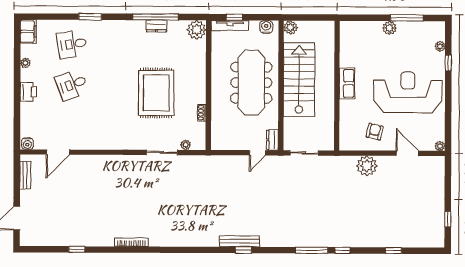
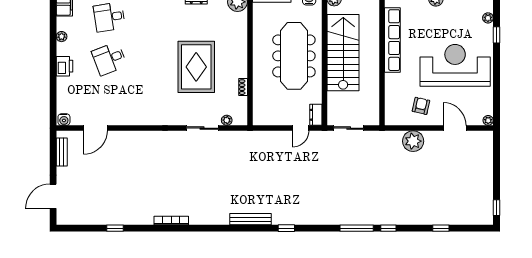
row of seats: (347, 83) -> (392, 40), width x2.02
window: (448, 219) -> (496, 208), moved
bench: (240, 241) -> (251, 219), moved

